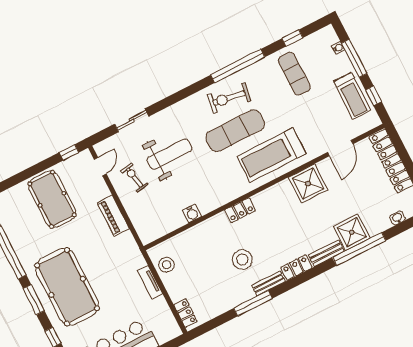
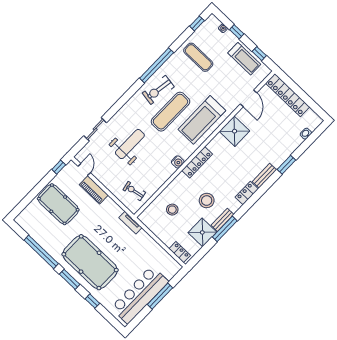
window: (292, 38) -> (197, 23), moved
window: (354, 58) -> (237, 32), width x0.46
exercise bike: (134, 178) -> (134, 191), moved
locker: (240, 210) -> (197, 162), width x1.53
water cooler: (192, 213) -> (178, 162), moved
piano: (113, 216) -> (94, 190), moved
shower: (352, 232) -> (202, 232), moved
window: (359, 249) -> (286, 165), width x0.47
stool: (166, 265) -> (172, 210), moved
tv unit: (150, 282) -> (130, 223), moved
bench: (269, 283) -> (222, 220), moved

